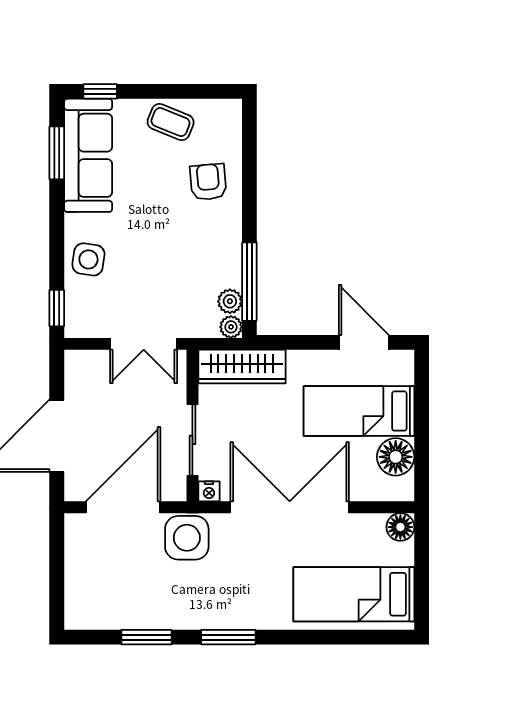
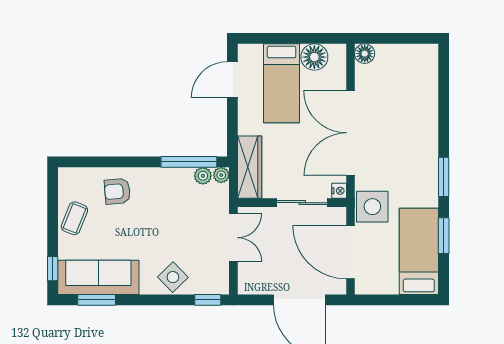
side table: (88, 259) -> (173, 277), turned 38
bed: (354, 594) -> (419, 251), moved, turned 180

